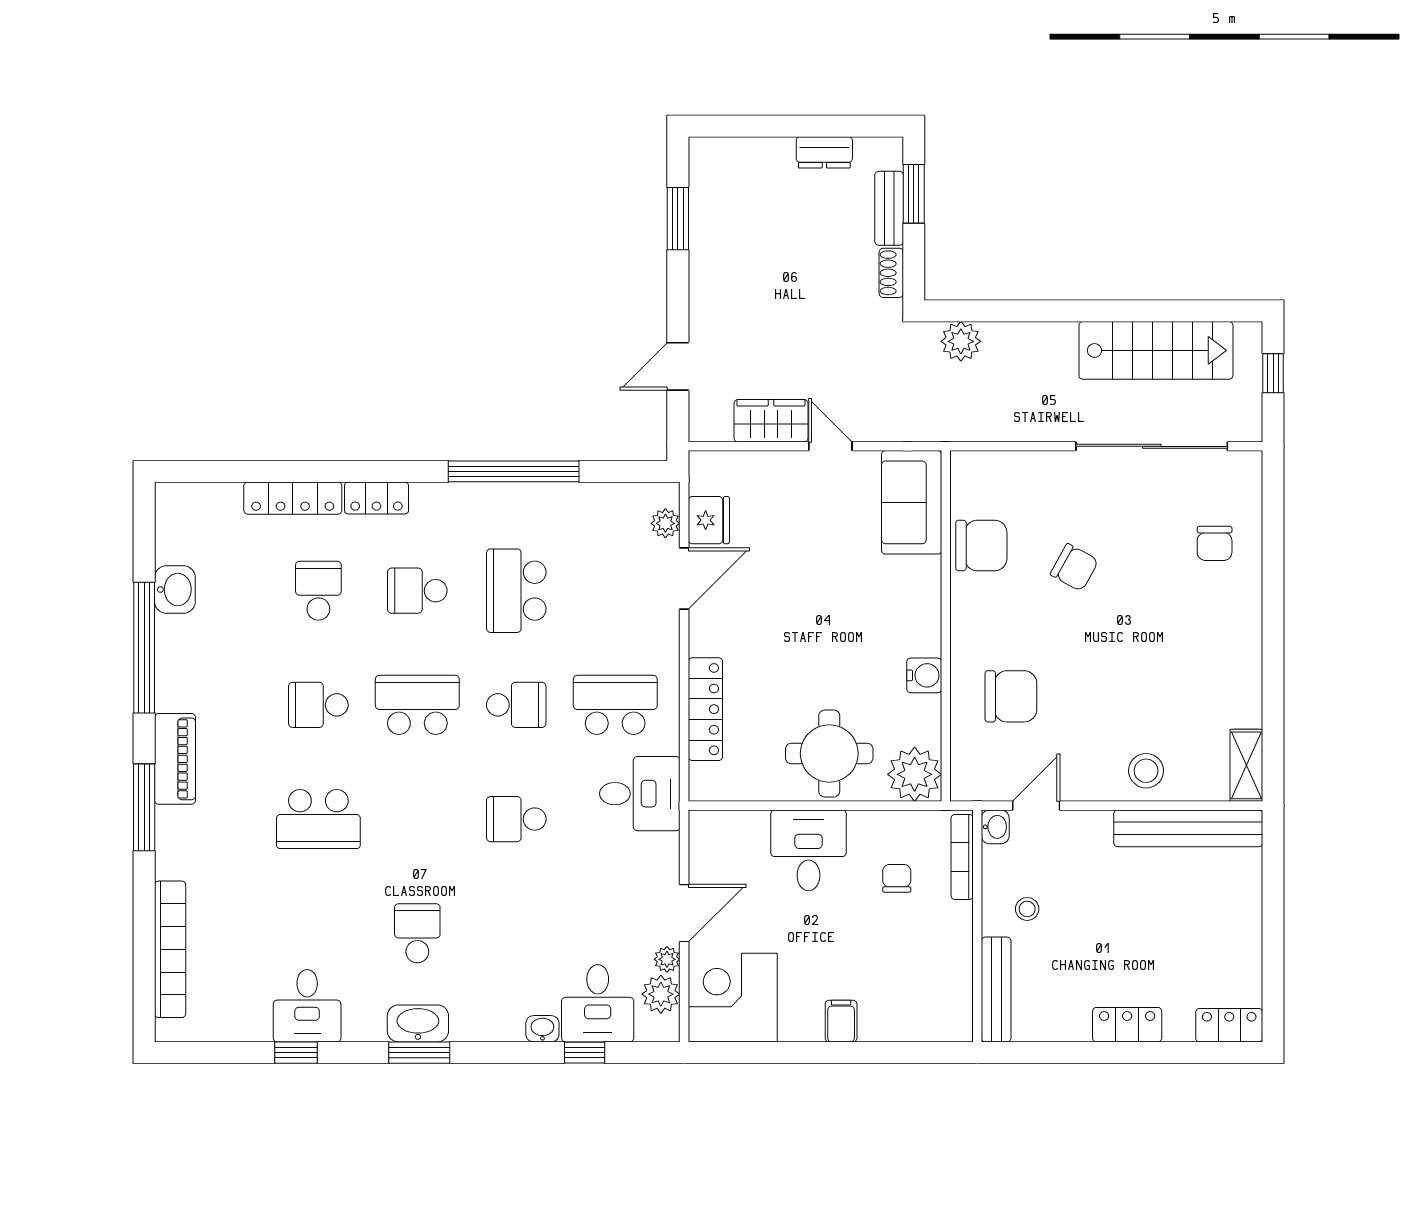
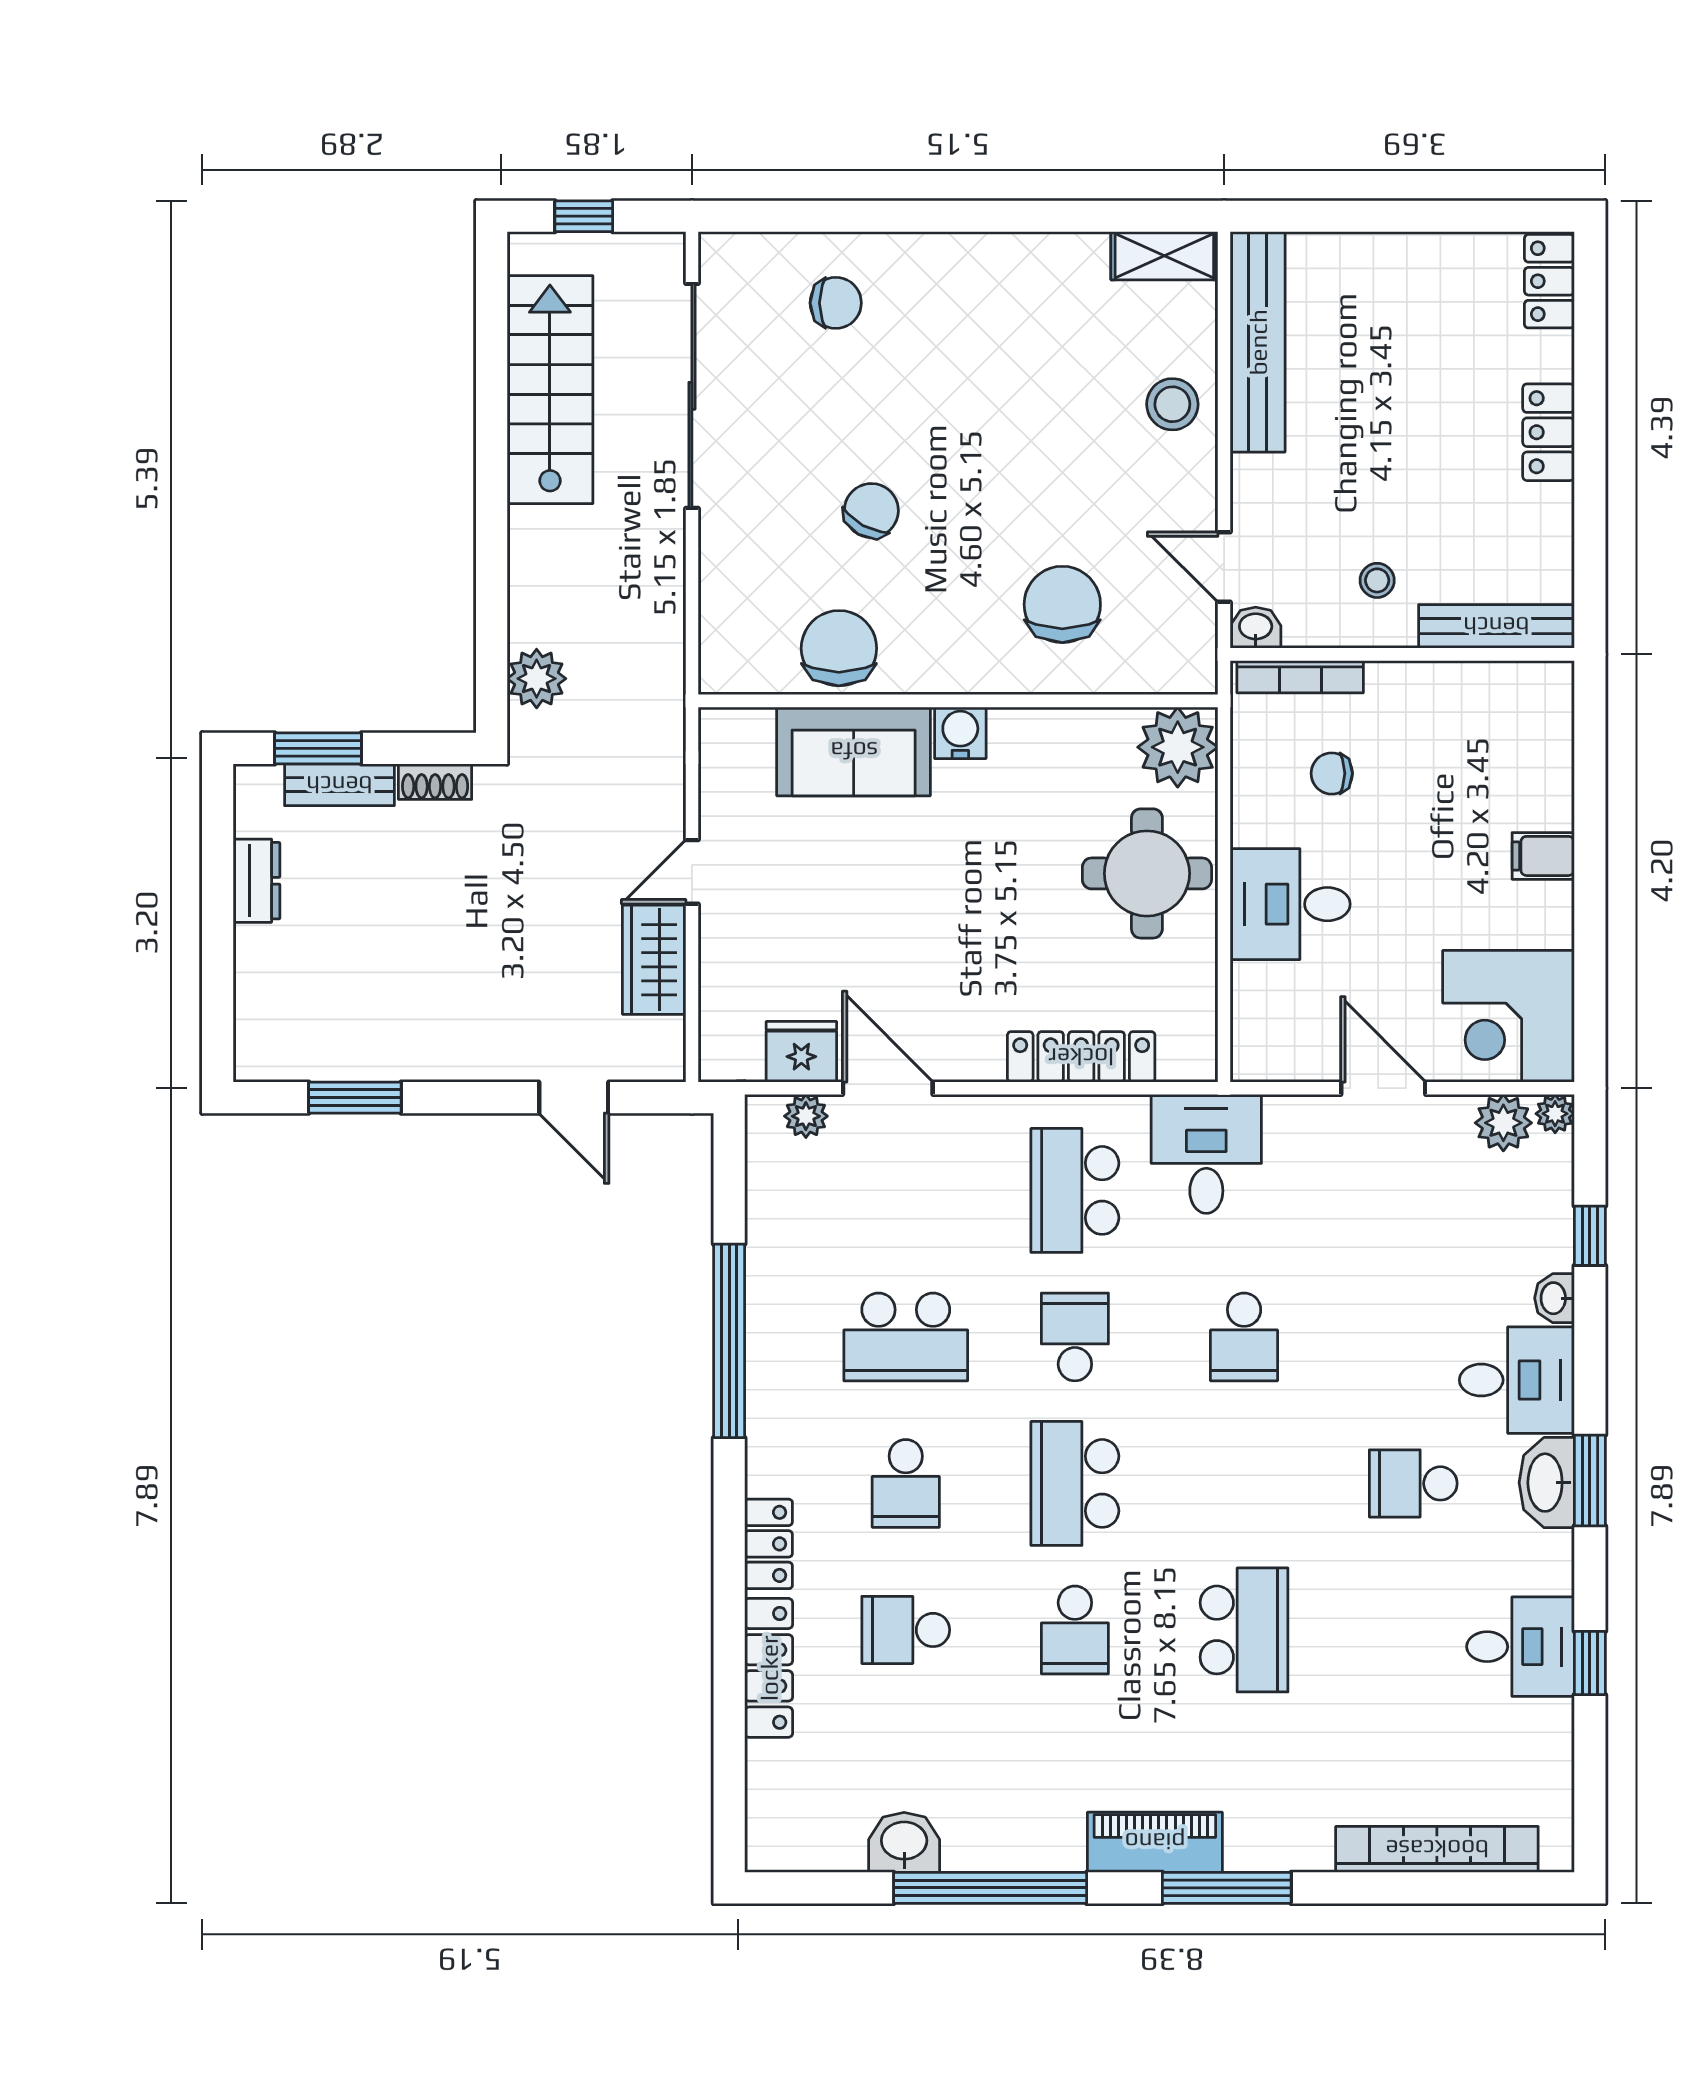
sofa: (912, 502) -> (854, 751), moved
water cooler: (924, 675) -> (960, 733), moved
plant: (667, 959) -> (1555, 1114), moved
desk: (598, 1003) -> (1517, 1380), moved

